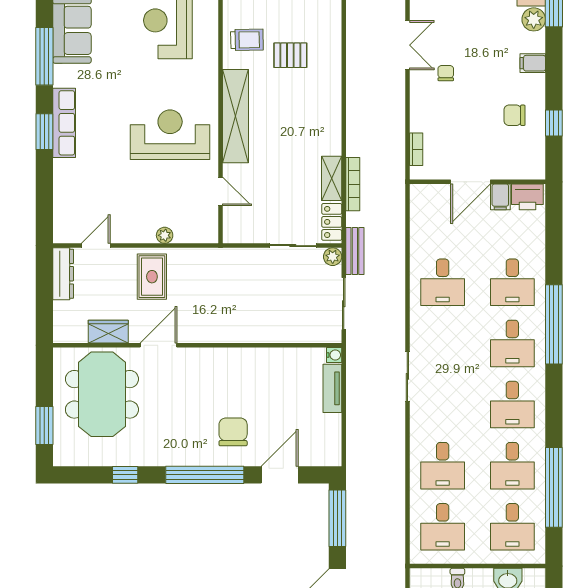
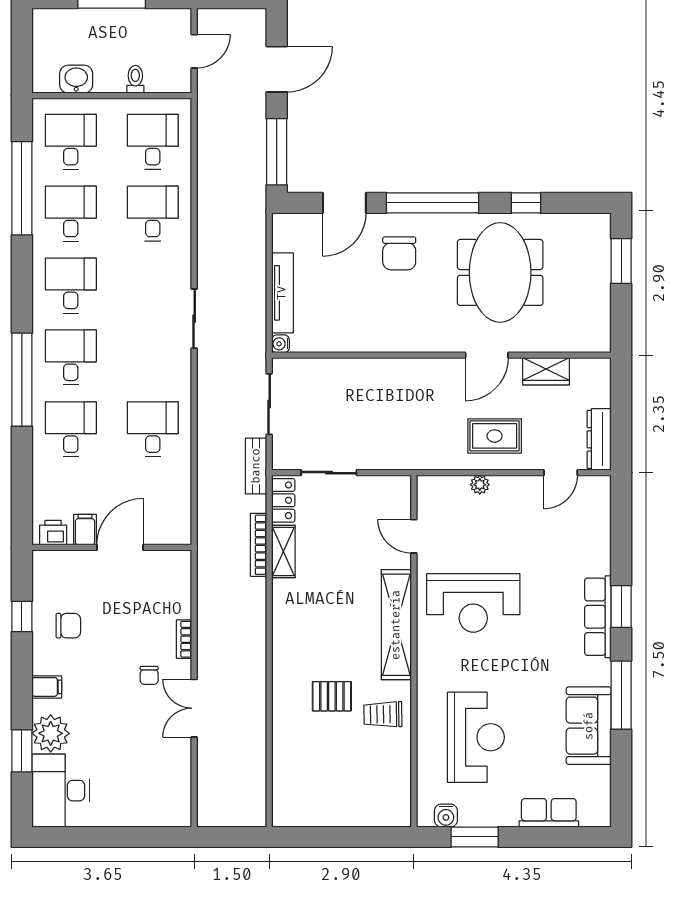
plant: (534, 19) -> (51, 733), width x1.36, depth x1.36
bookcase: (416, 149) -> (184, 639), moved
printer: (527, 197) -> (53, 533), width x0.73, depth x0.81
plant: (333, 257) -> (282, 459), removed
rug: (152, 277) -> (495, 436), turned 90
tv unit: (332, 388) -> (282, 293), width x1.41
meeting table: (102, 394) -> (500, 272), moved

